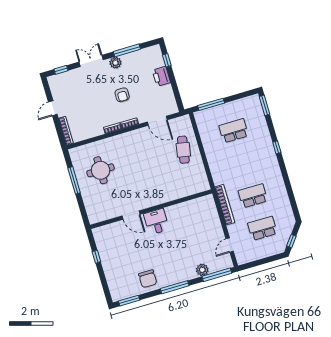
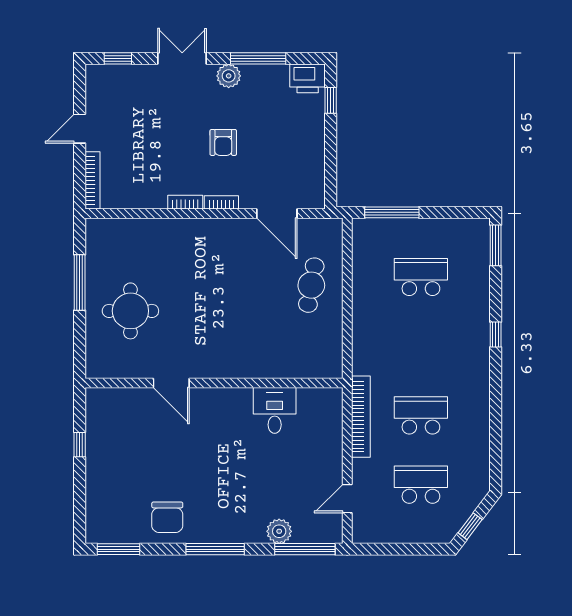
printer: (161, 76) -> (308, 78), moved, turned -90
round table: (101, 170) -> (130, 311), moved
desk: (156, 222) -> (275, 410), moved

